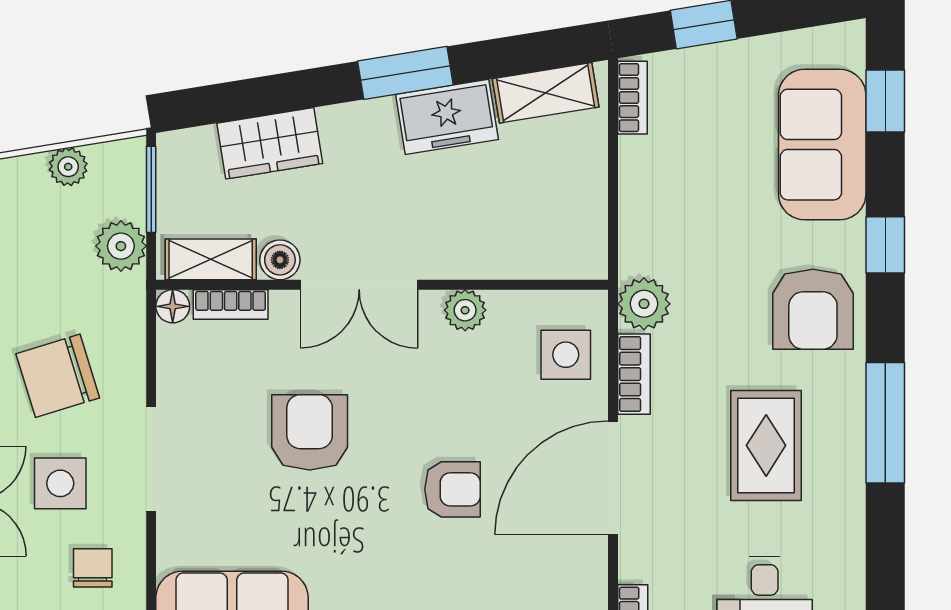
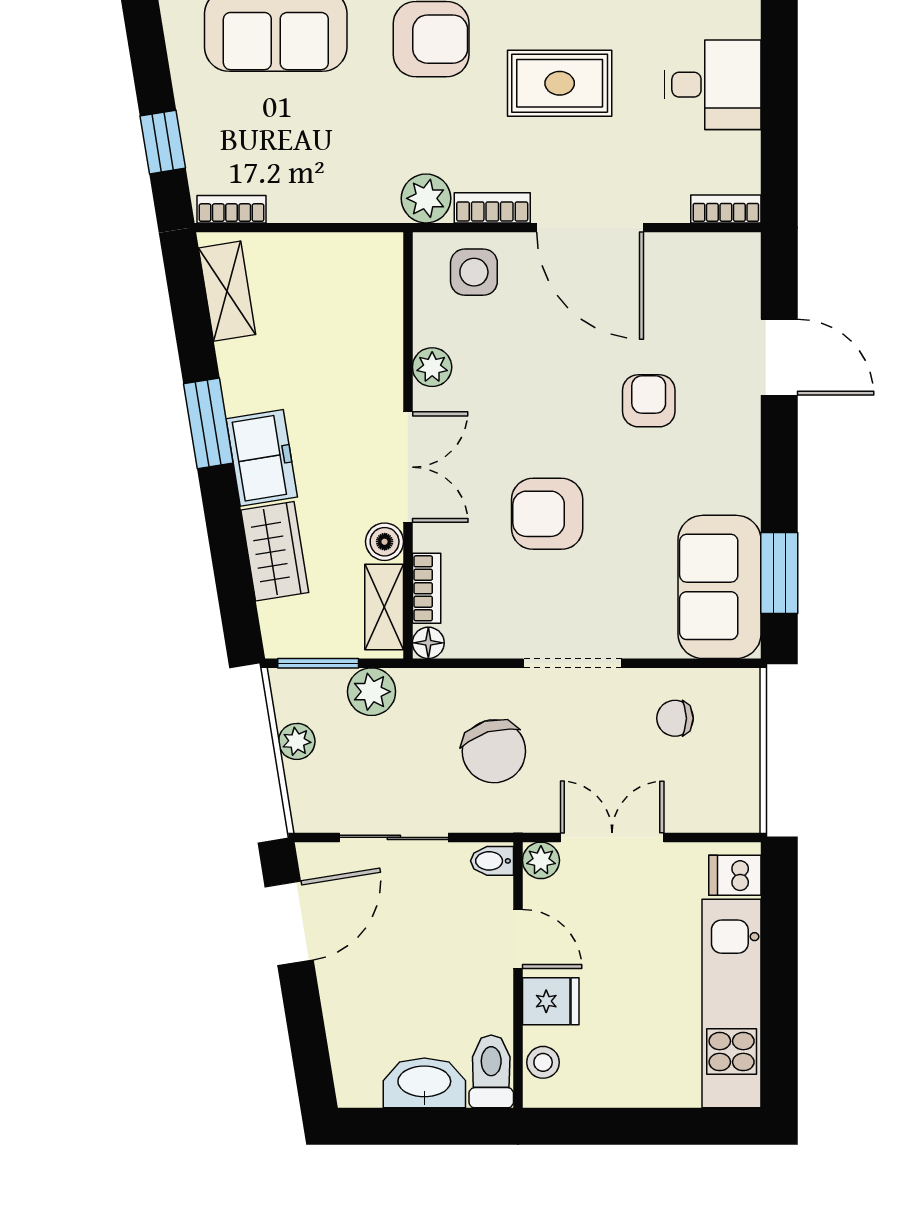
freezer: (447, 117) -> (262, 458), moved
side table: (60, 483) -> (595, 749), removed
armchair: (452, 489) -> (649, 401), moved

